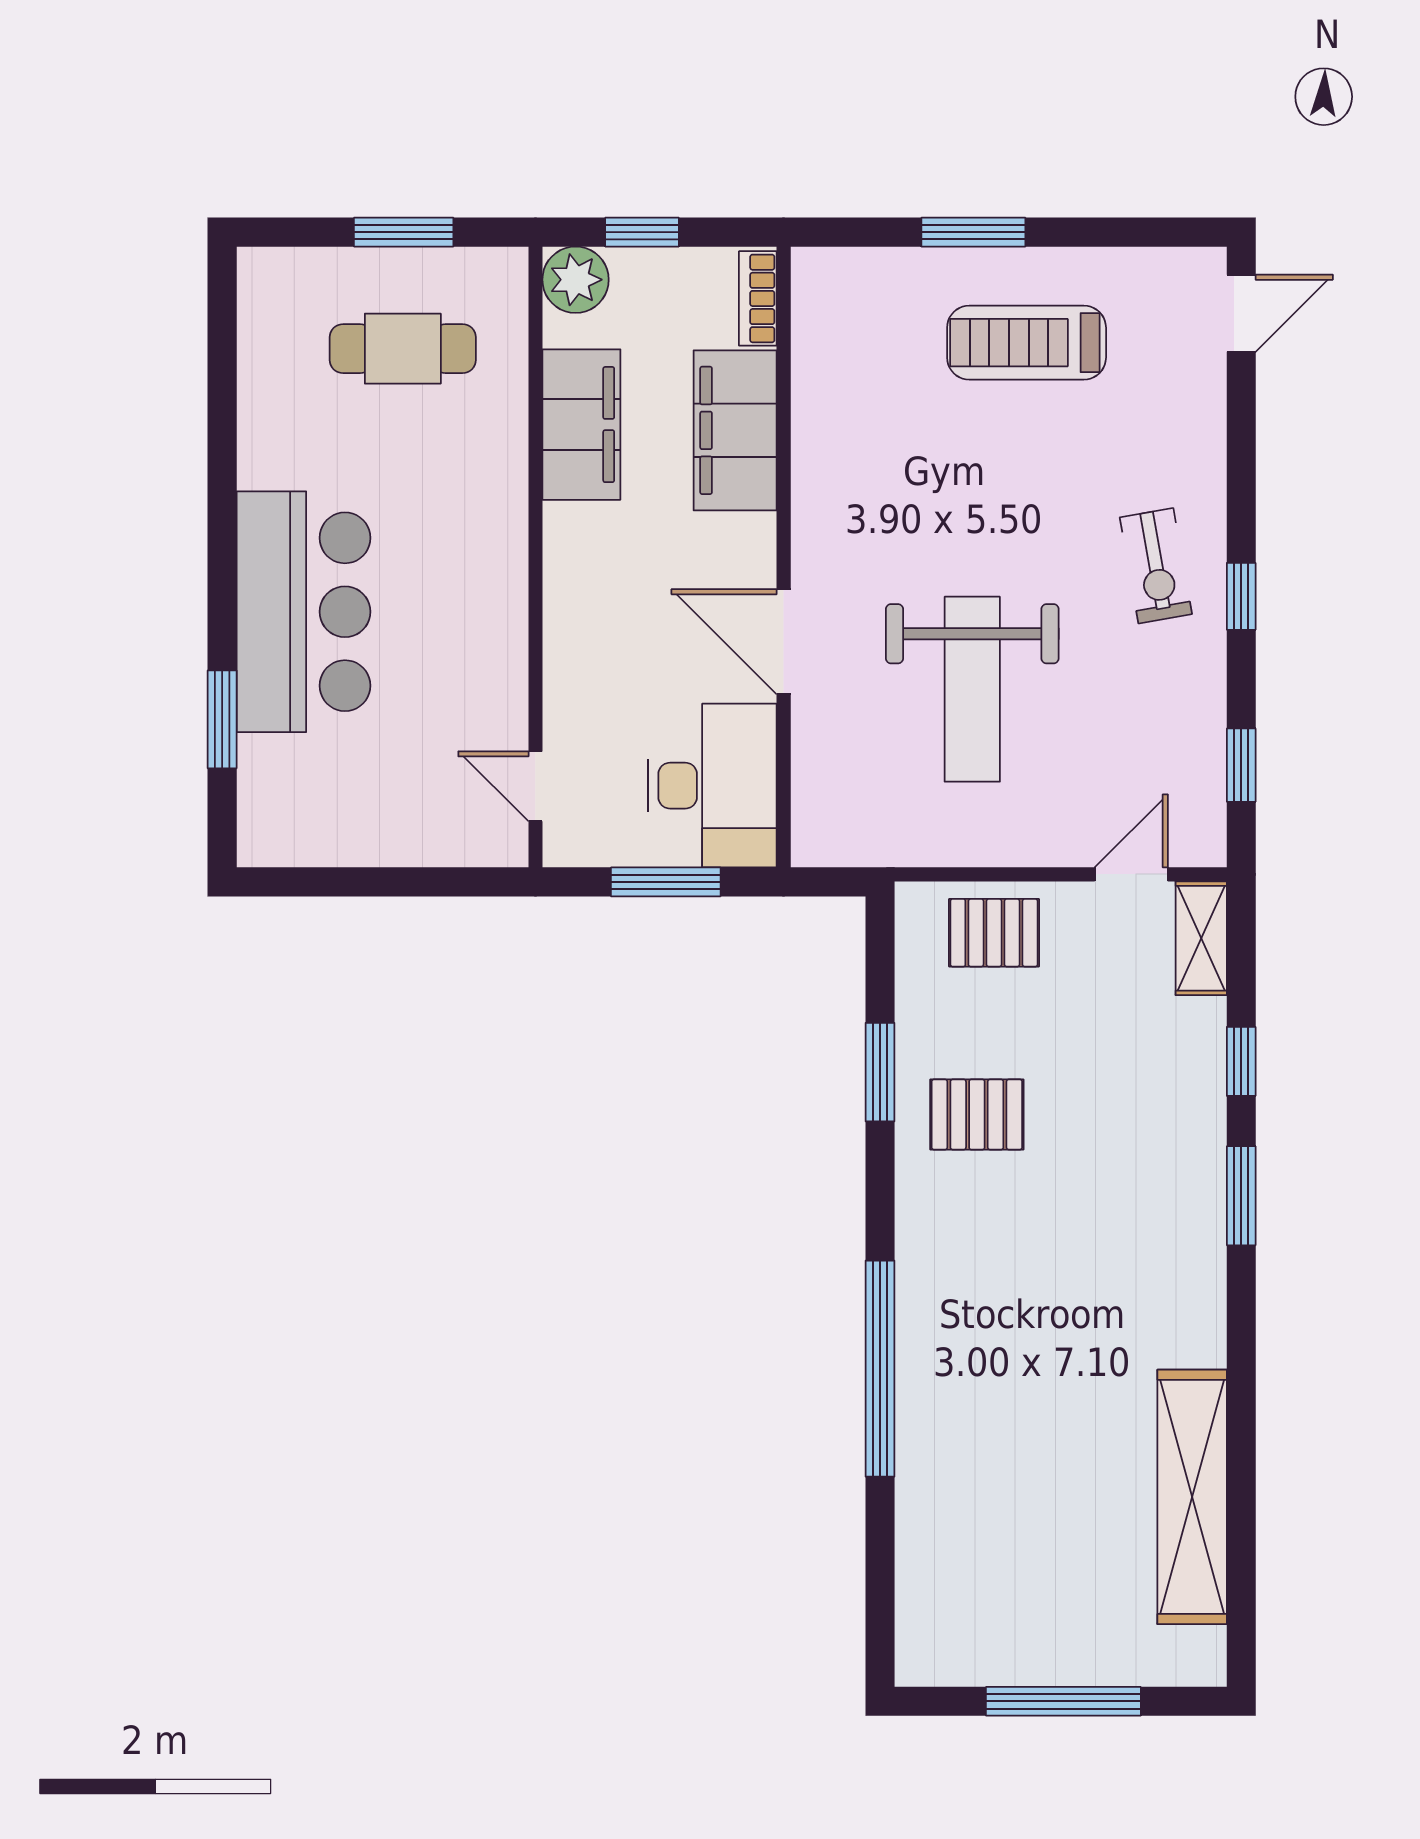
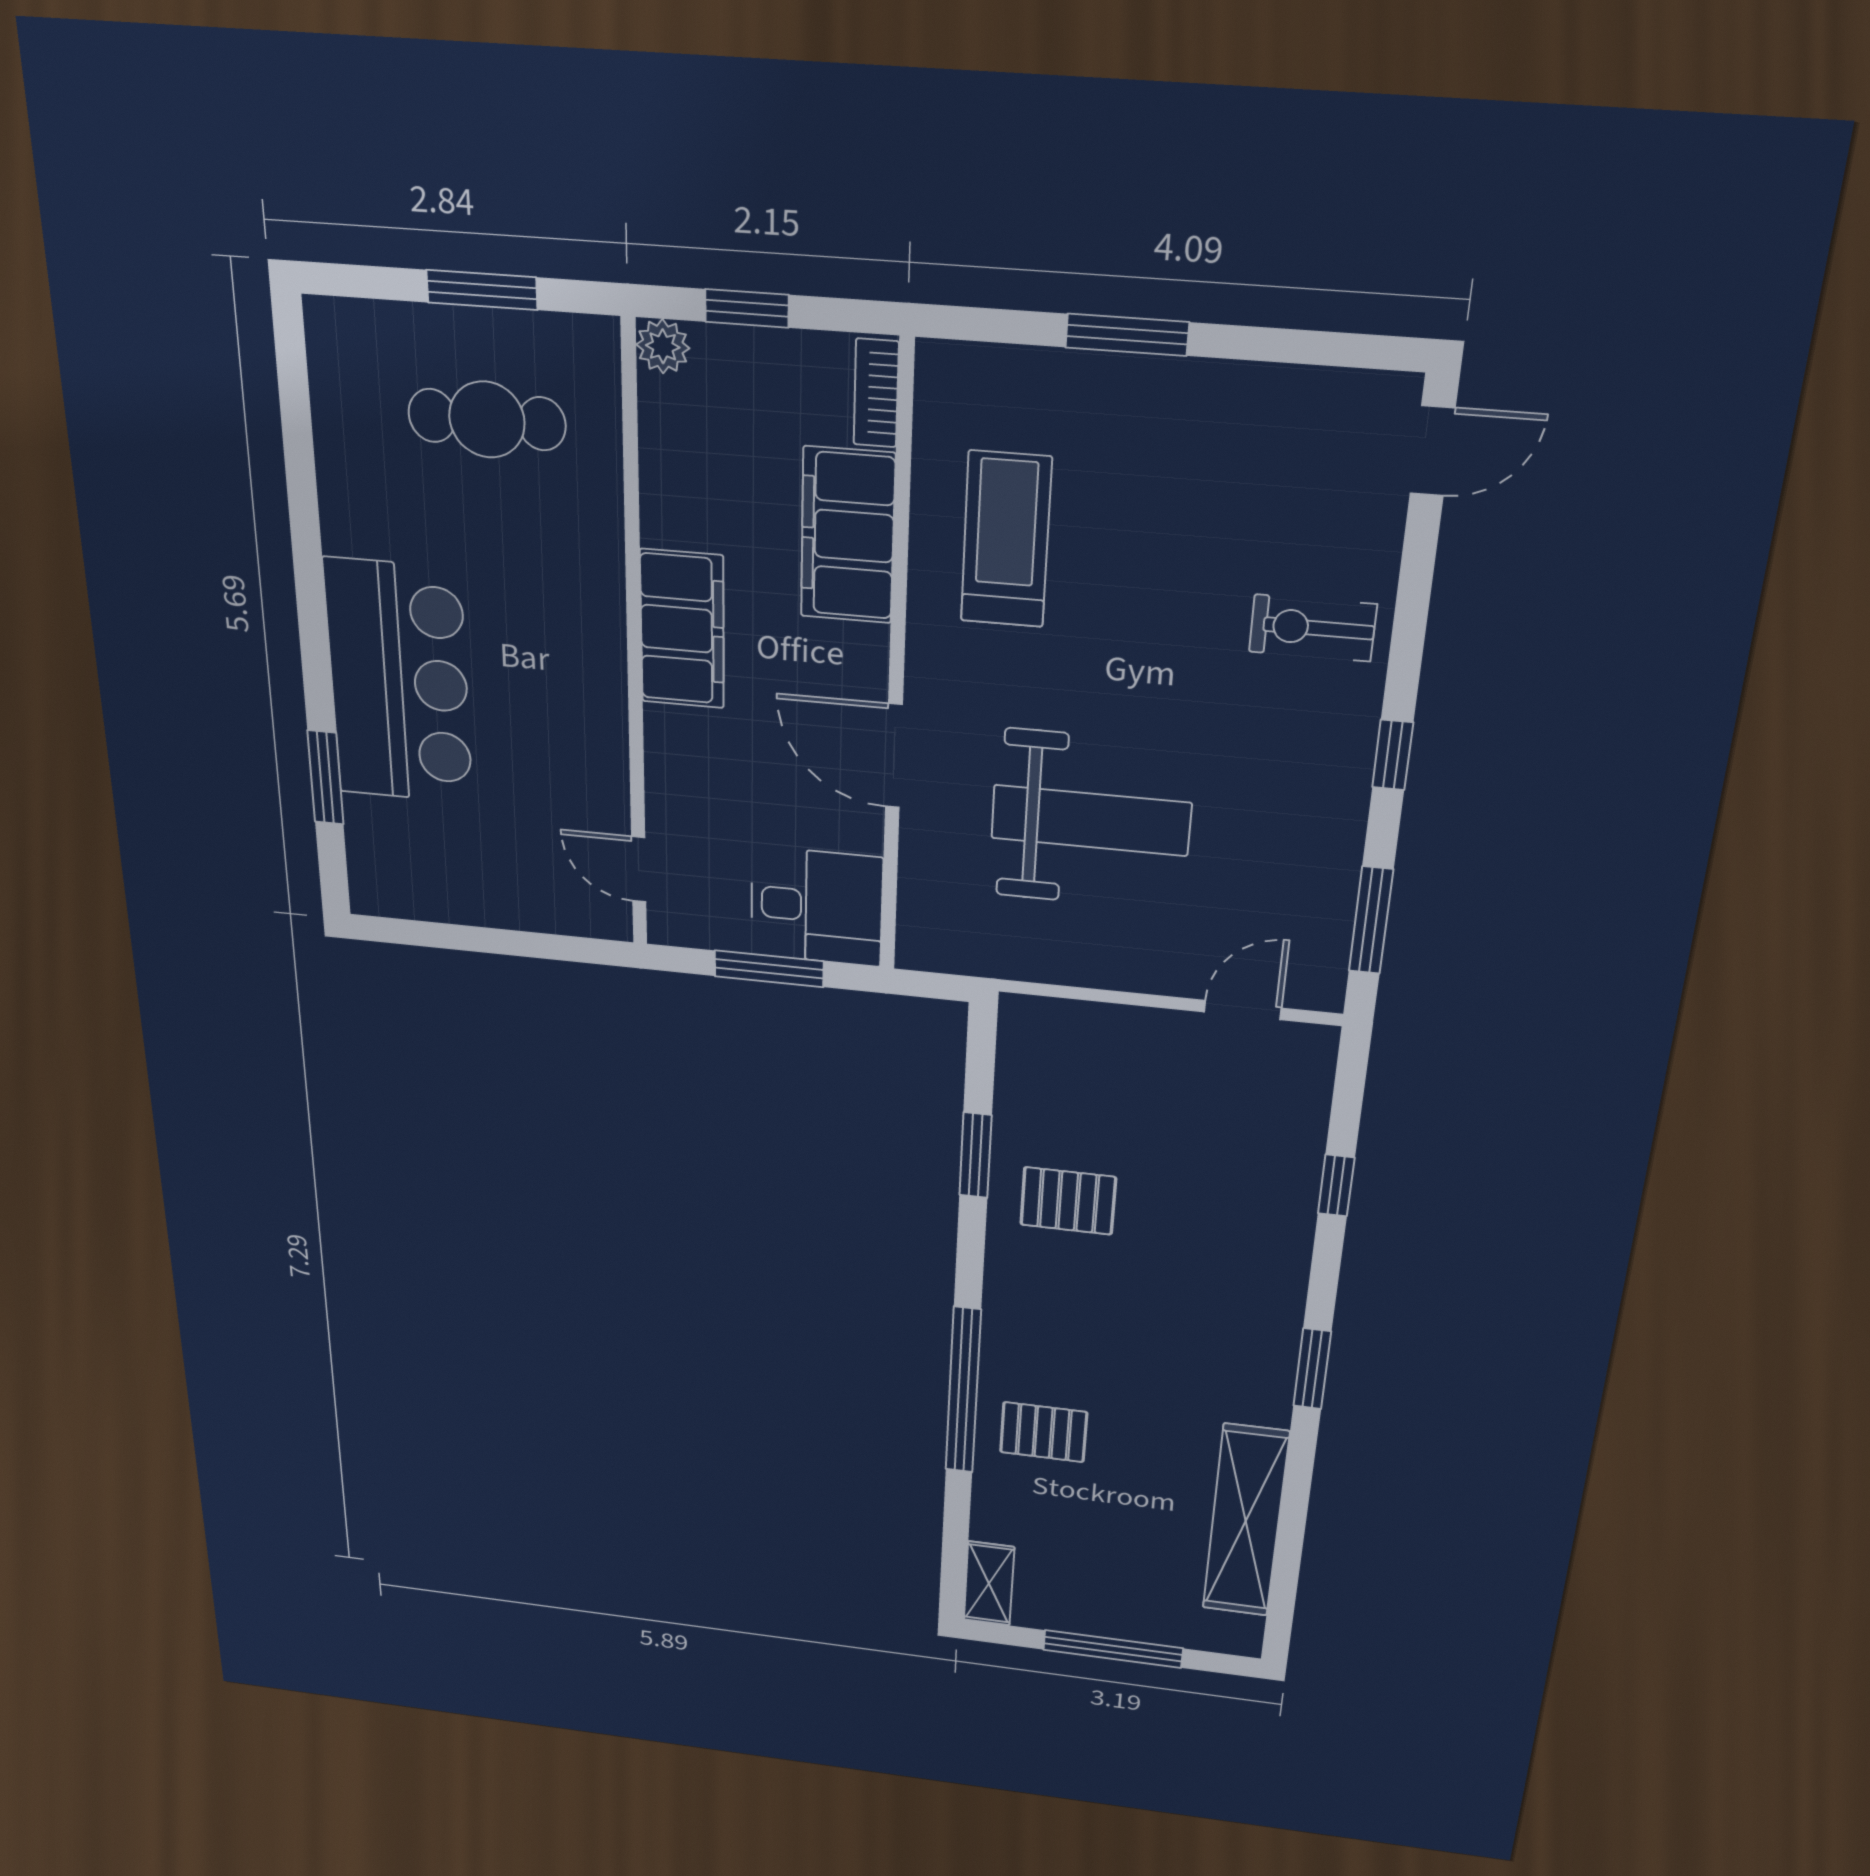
plant: (576, 280) -> (663, 346), width x0.73, depth x0.73
treadmill: (1027, 343) -> (1006, 540), moved, turned 90
filing cabinet: (581, 425) -> (682, 629), moved
exercise bike: (1156, 566) -> (1313, 628), moved, turned 100
weight bench: (972, 689) -> (1091, 820), turned -90
window: (1241, 765) -> (1371, 920), width x1.50
desk: (712, 786) -> (817, 906), width x0.73
pallet: (994, 933) -> (1044, 1432), moved
shelving: (1201, 938) -> (989, 1583), moved
window: (1241, 1196) -> (1312, 1369), moved

